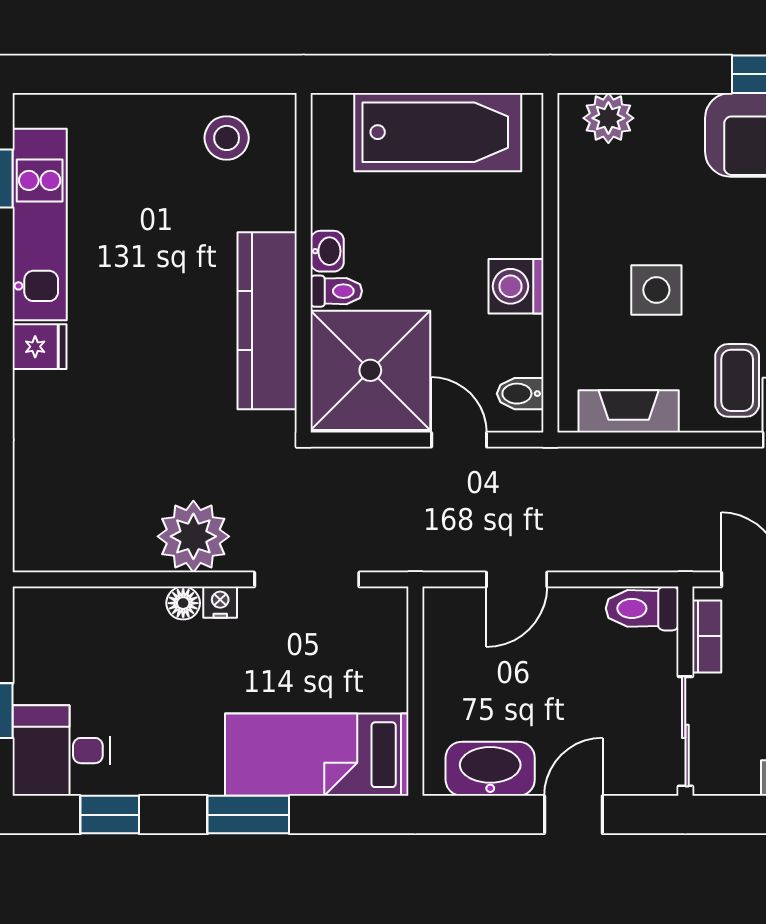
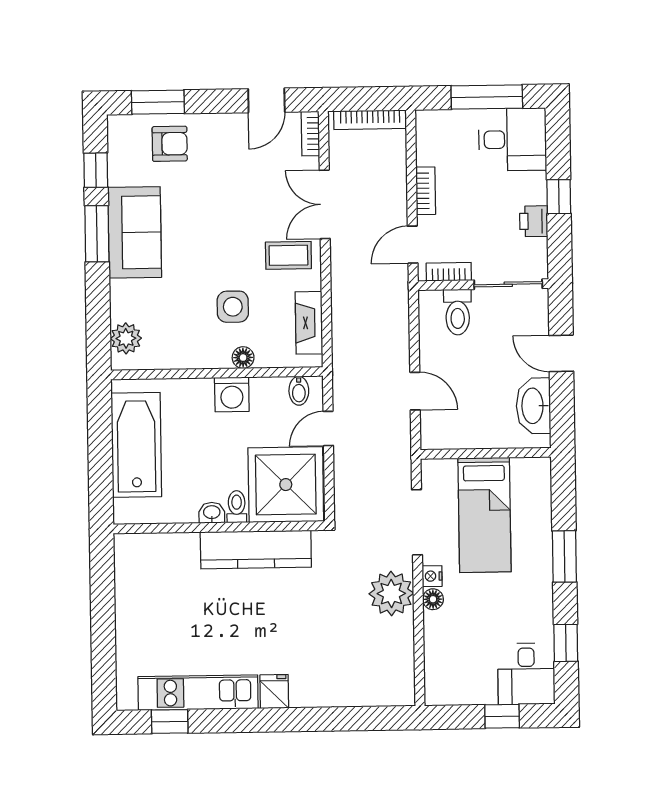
stool: (227, 138) -> (142, 577), removed
floor lamp: (575, 305) -> (243, 358), added
toilet: (642, 608) -> (458, 312), moved
bed: (317, 755) -> (485, 515), moved

